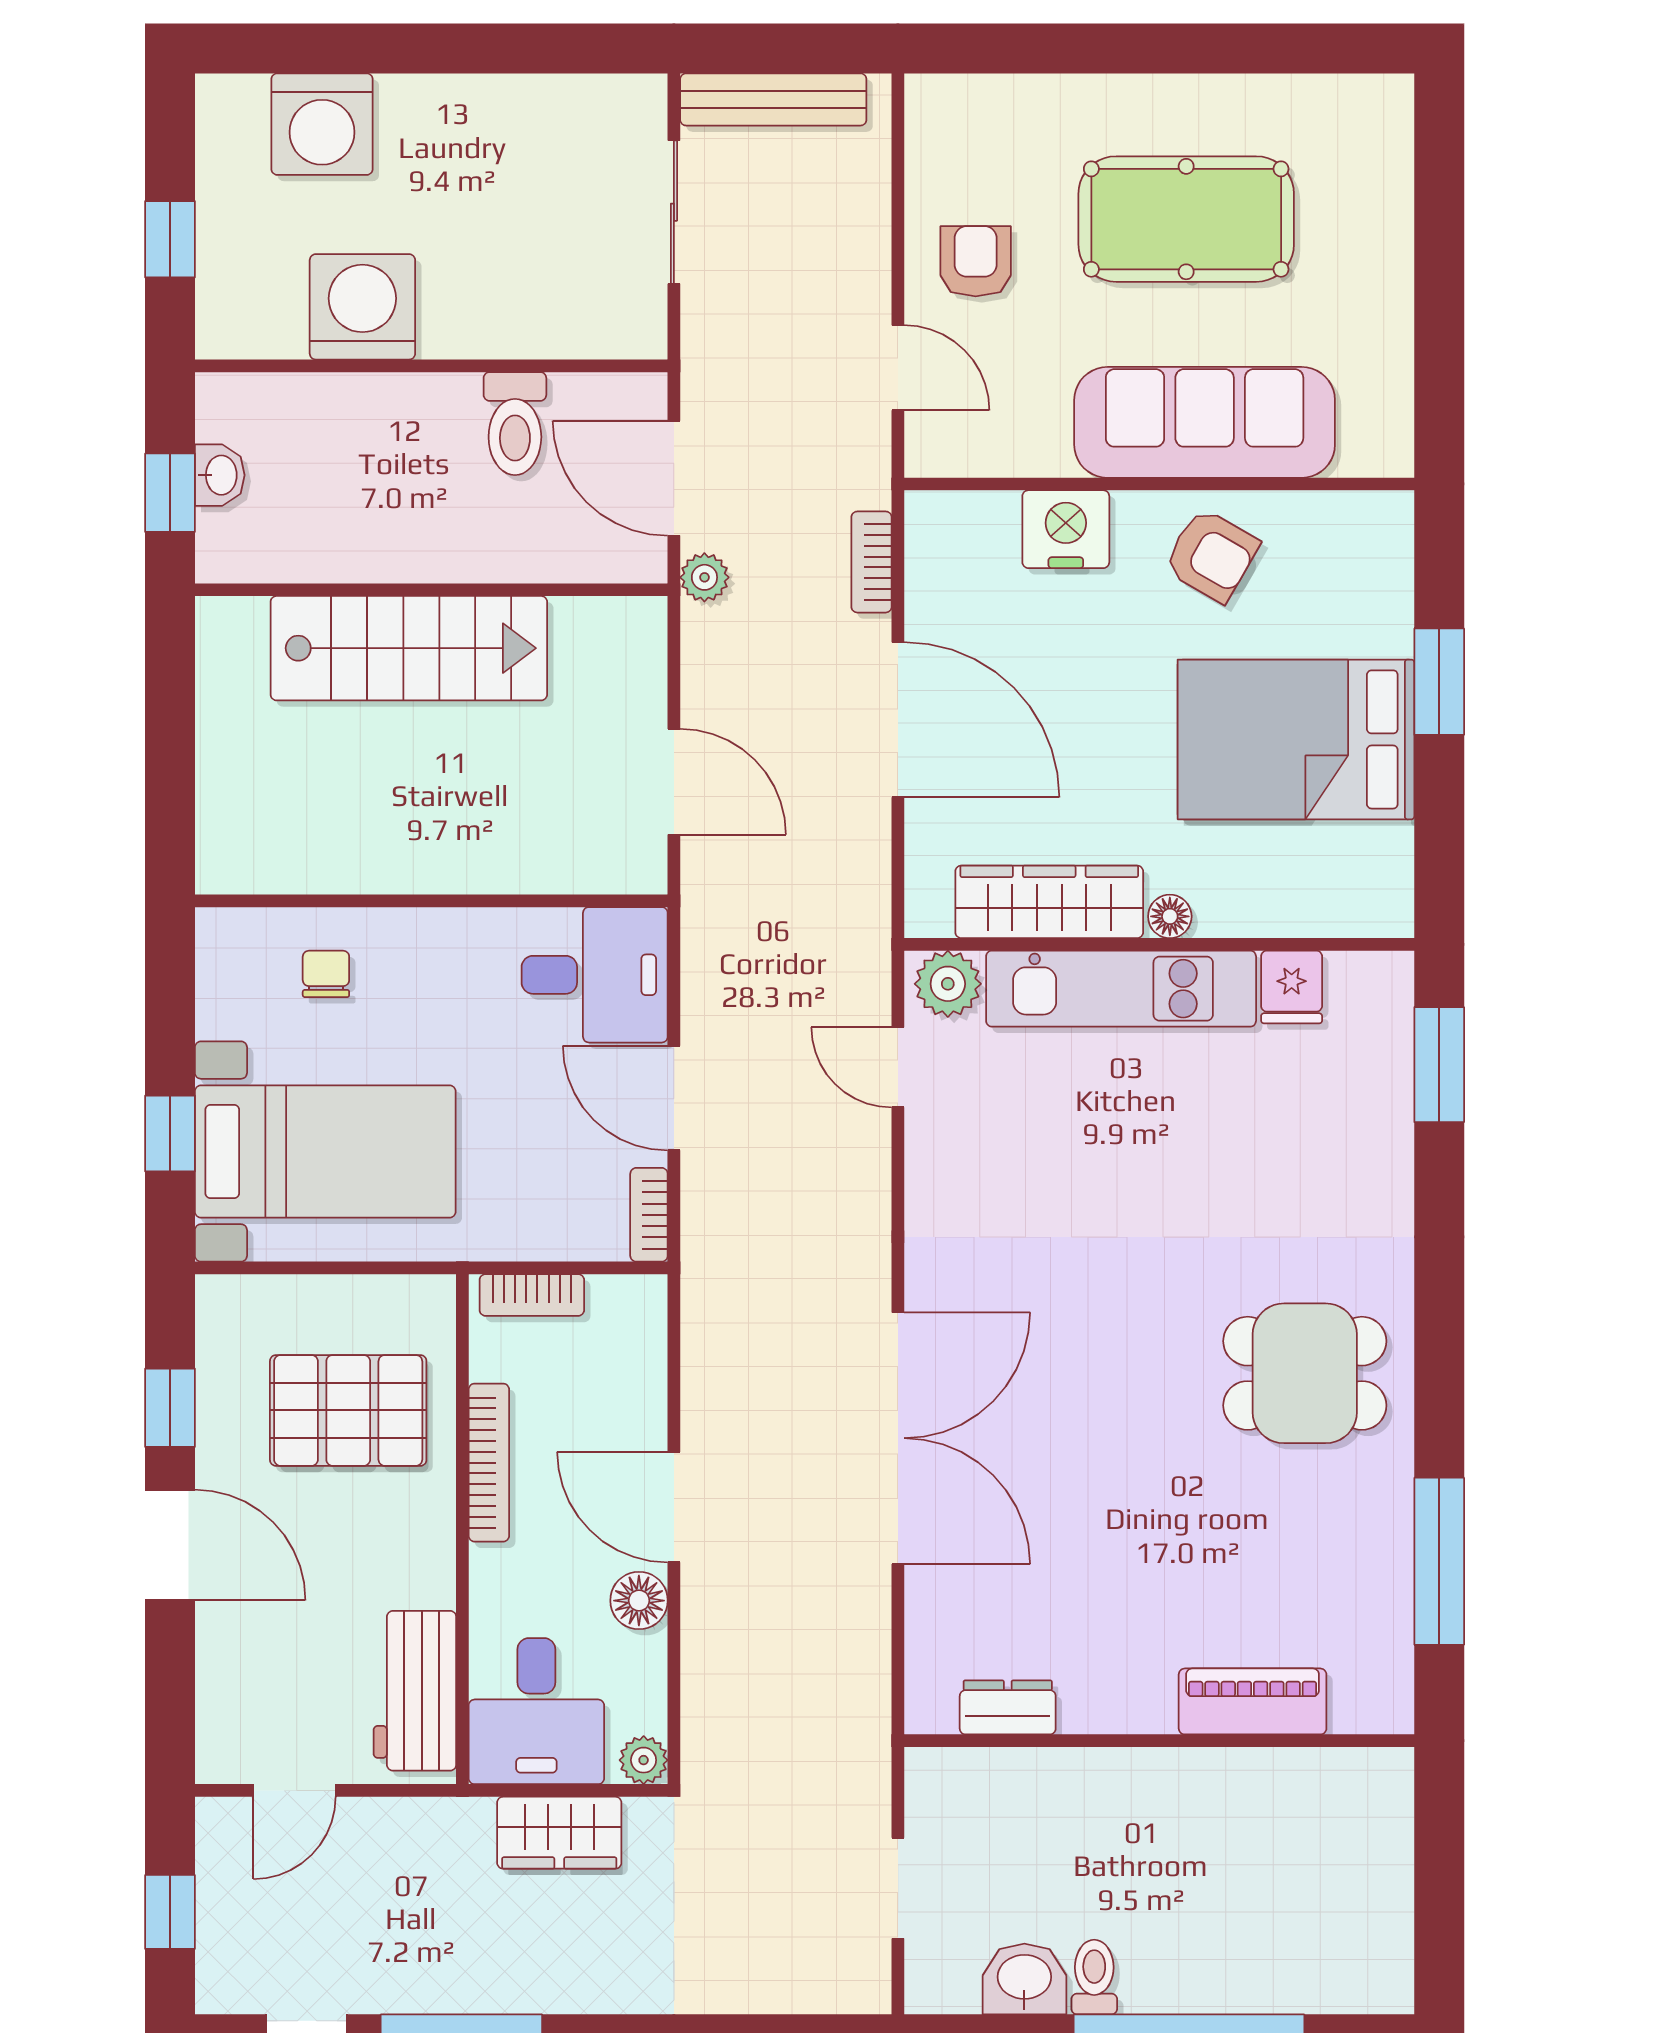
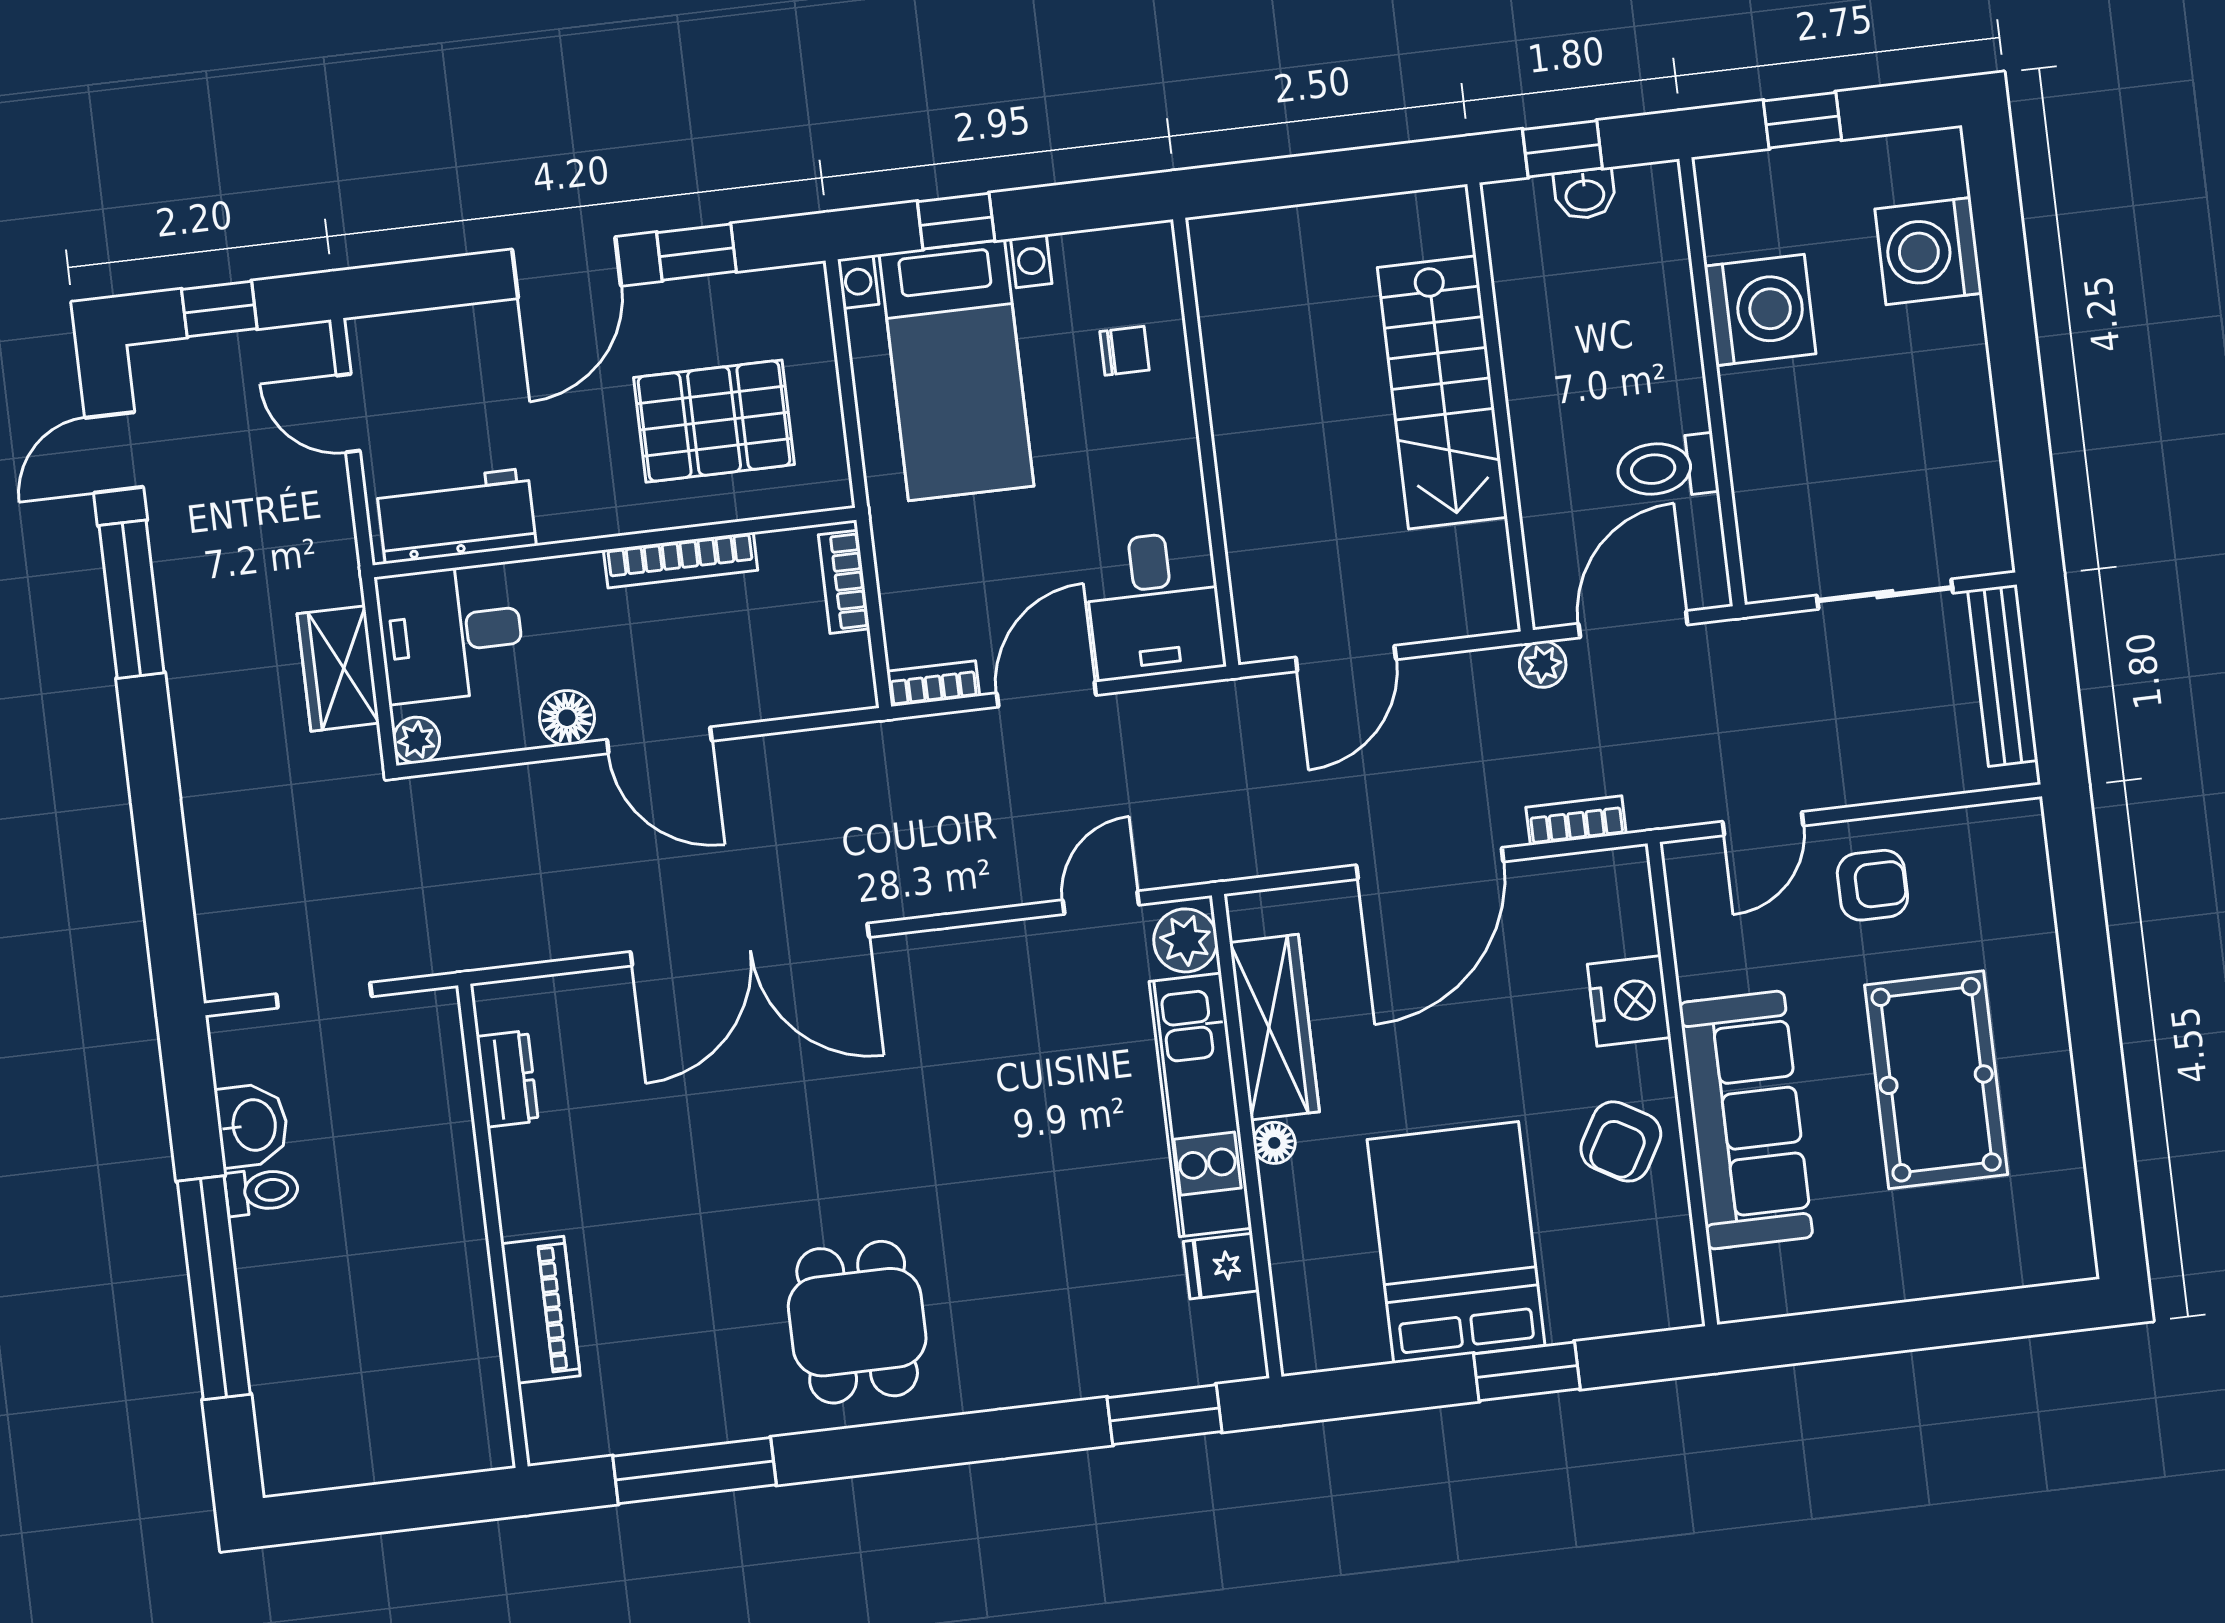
pallet: (348, 1410) -> (714, 421), turned 90
door: (674, 1507) -> (659, 740), swing flipped

